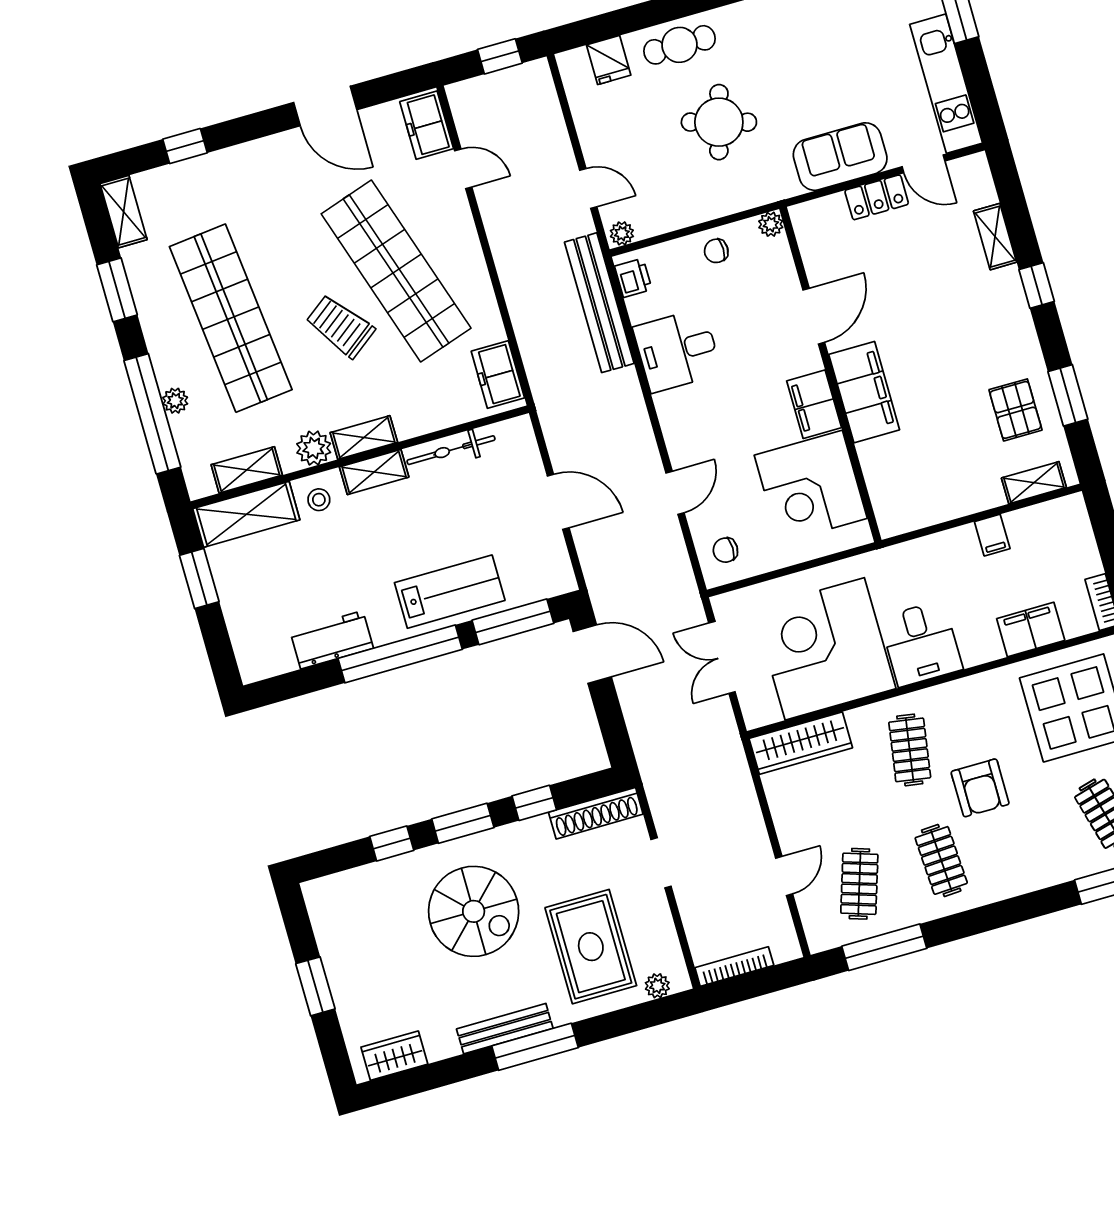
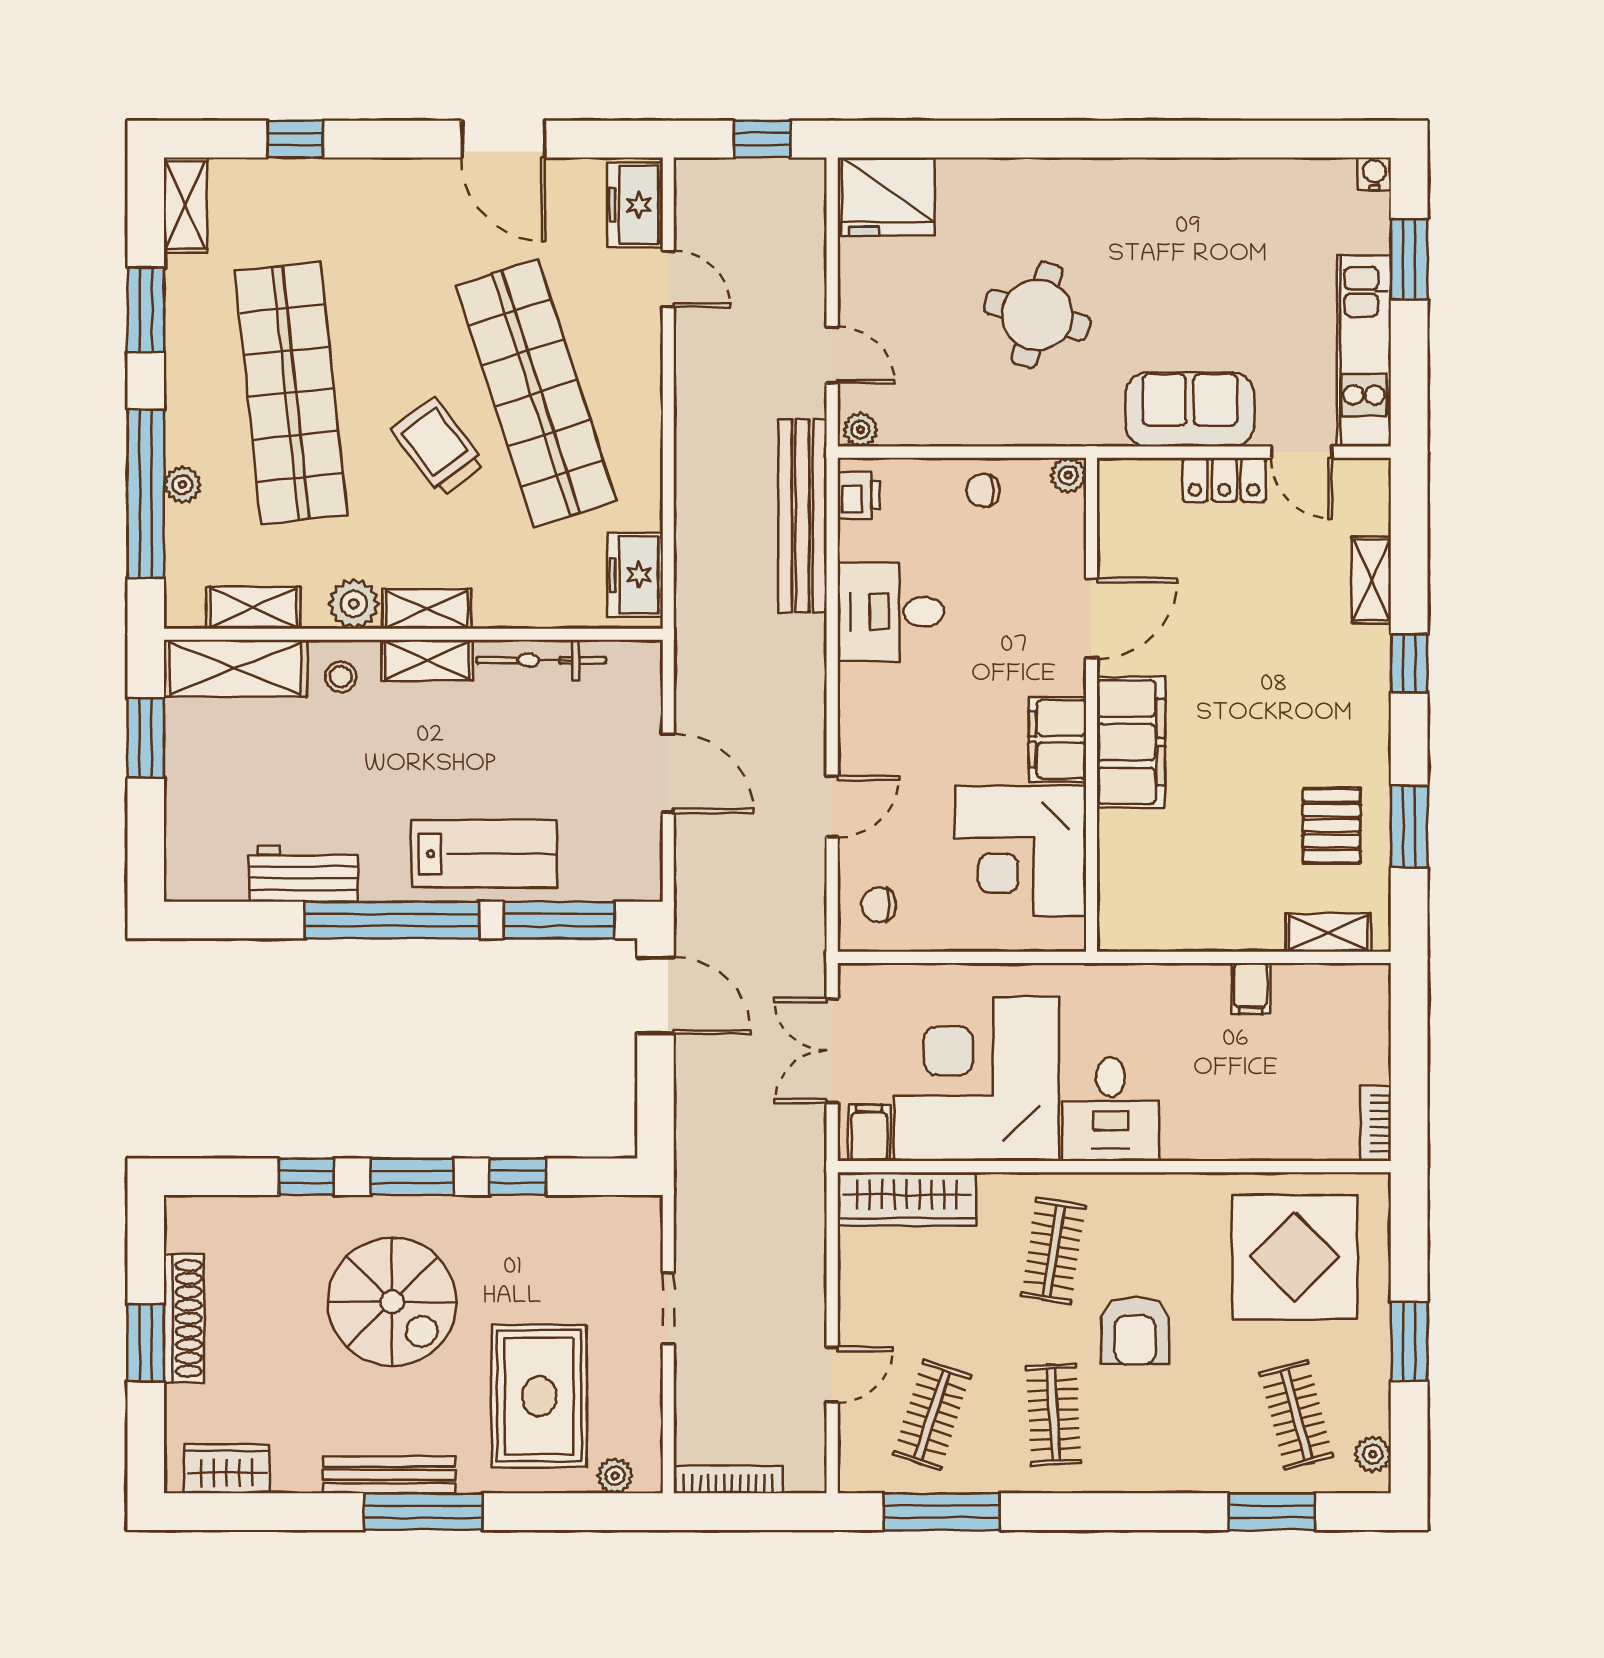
cafe table: (679, 45) -> (1013, 194), removed
fridge: (609, 60) -> (888, 197), width x1.88, depth x1.34
filing cabinet: (1031, 630) -> (869, 1133), moved, width x0.50
shoe rack: (596, 813) -> (184, 1318), moved, turned -90

